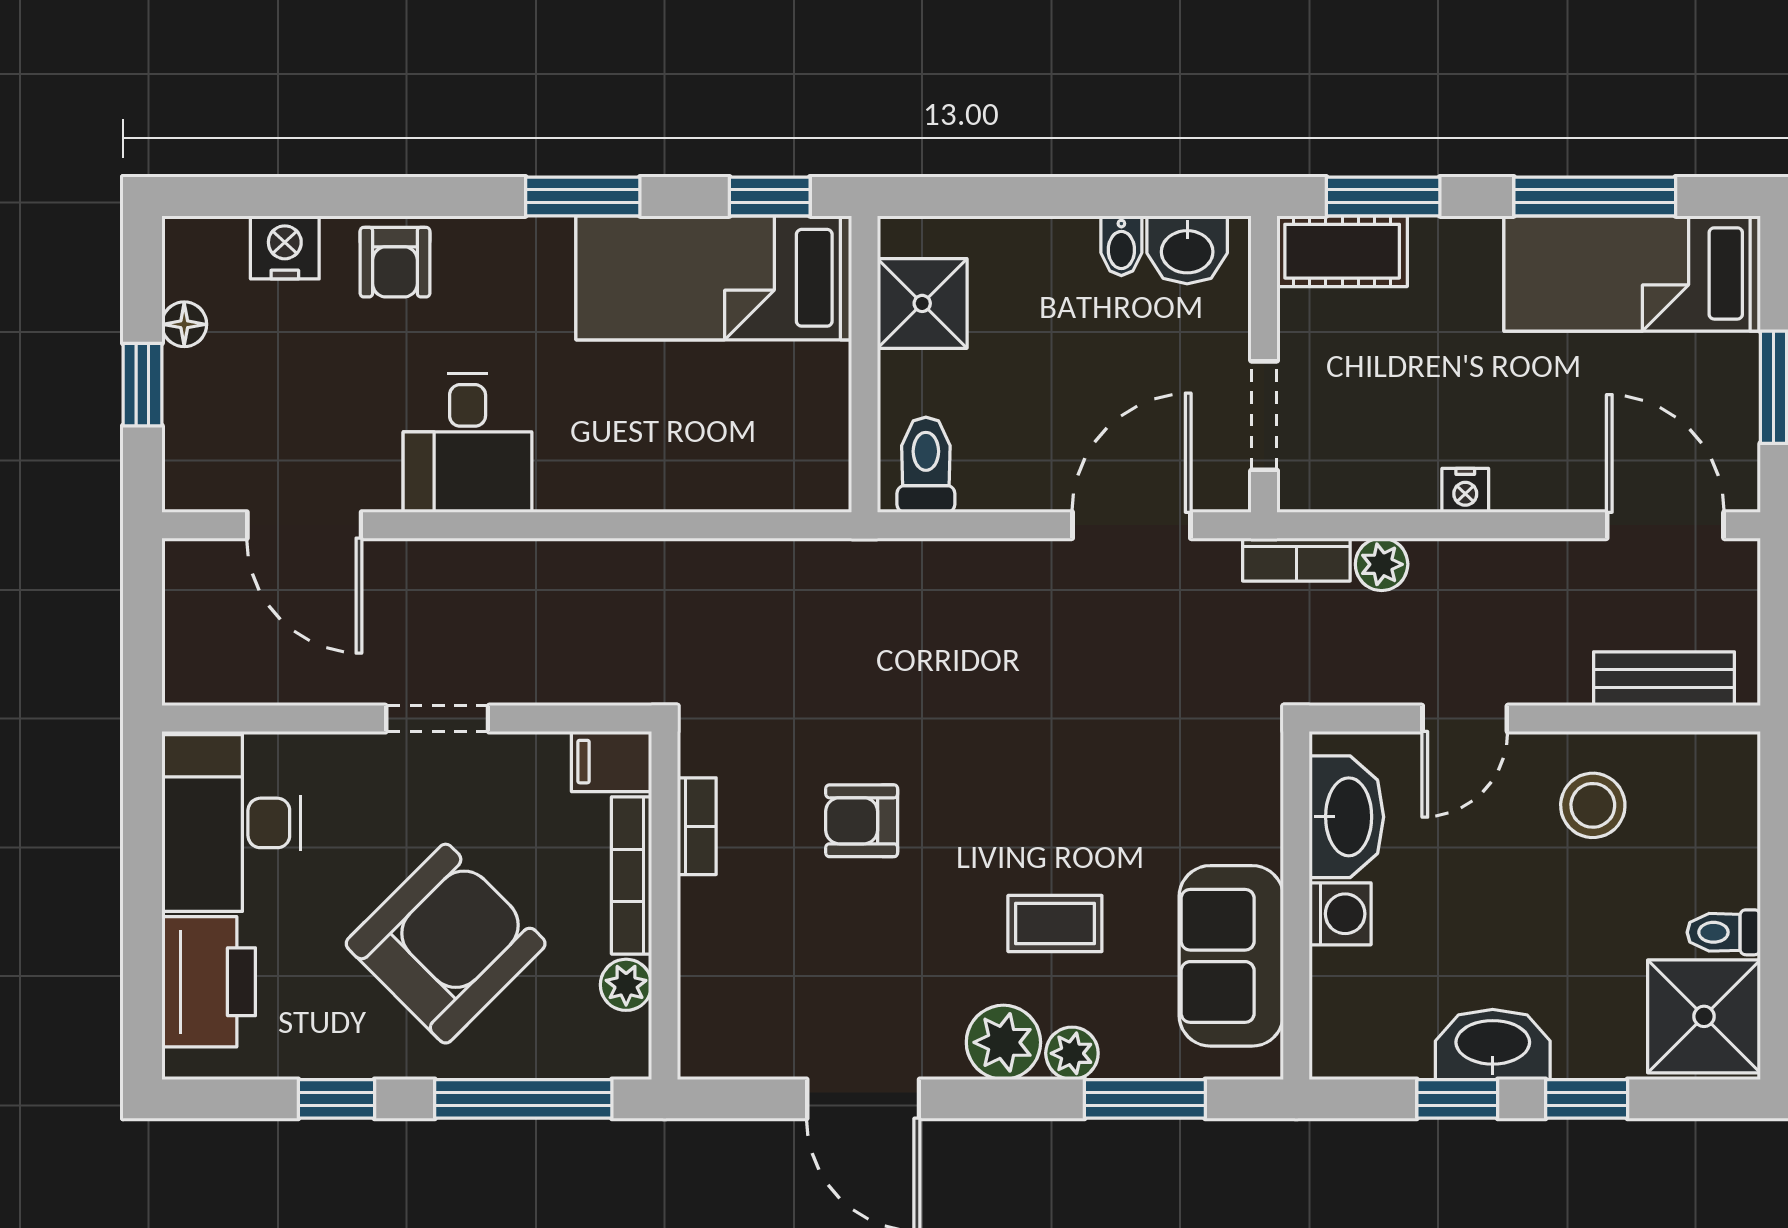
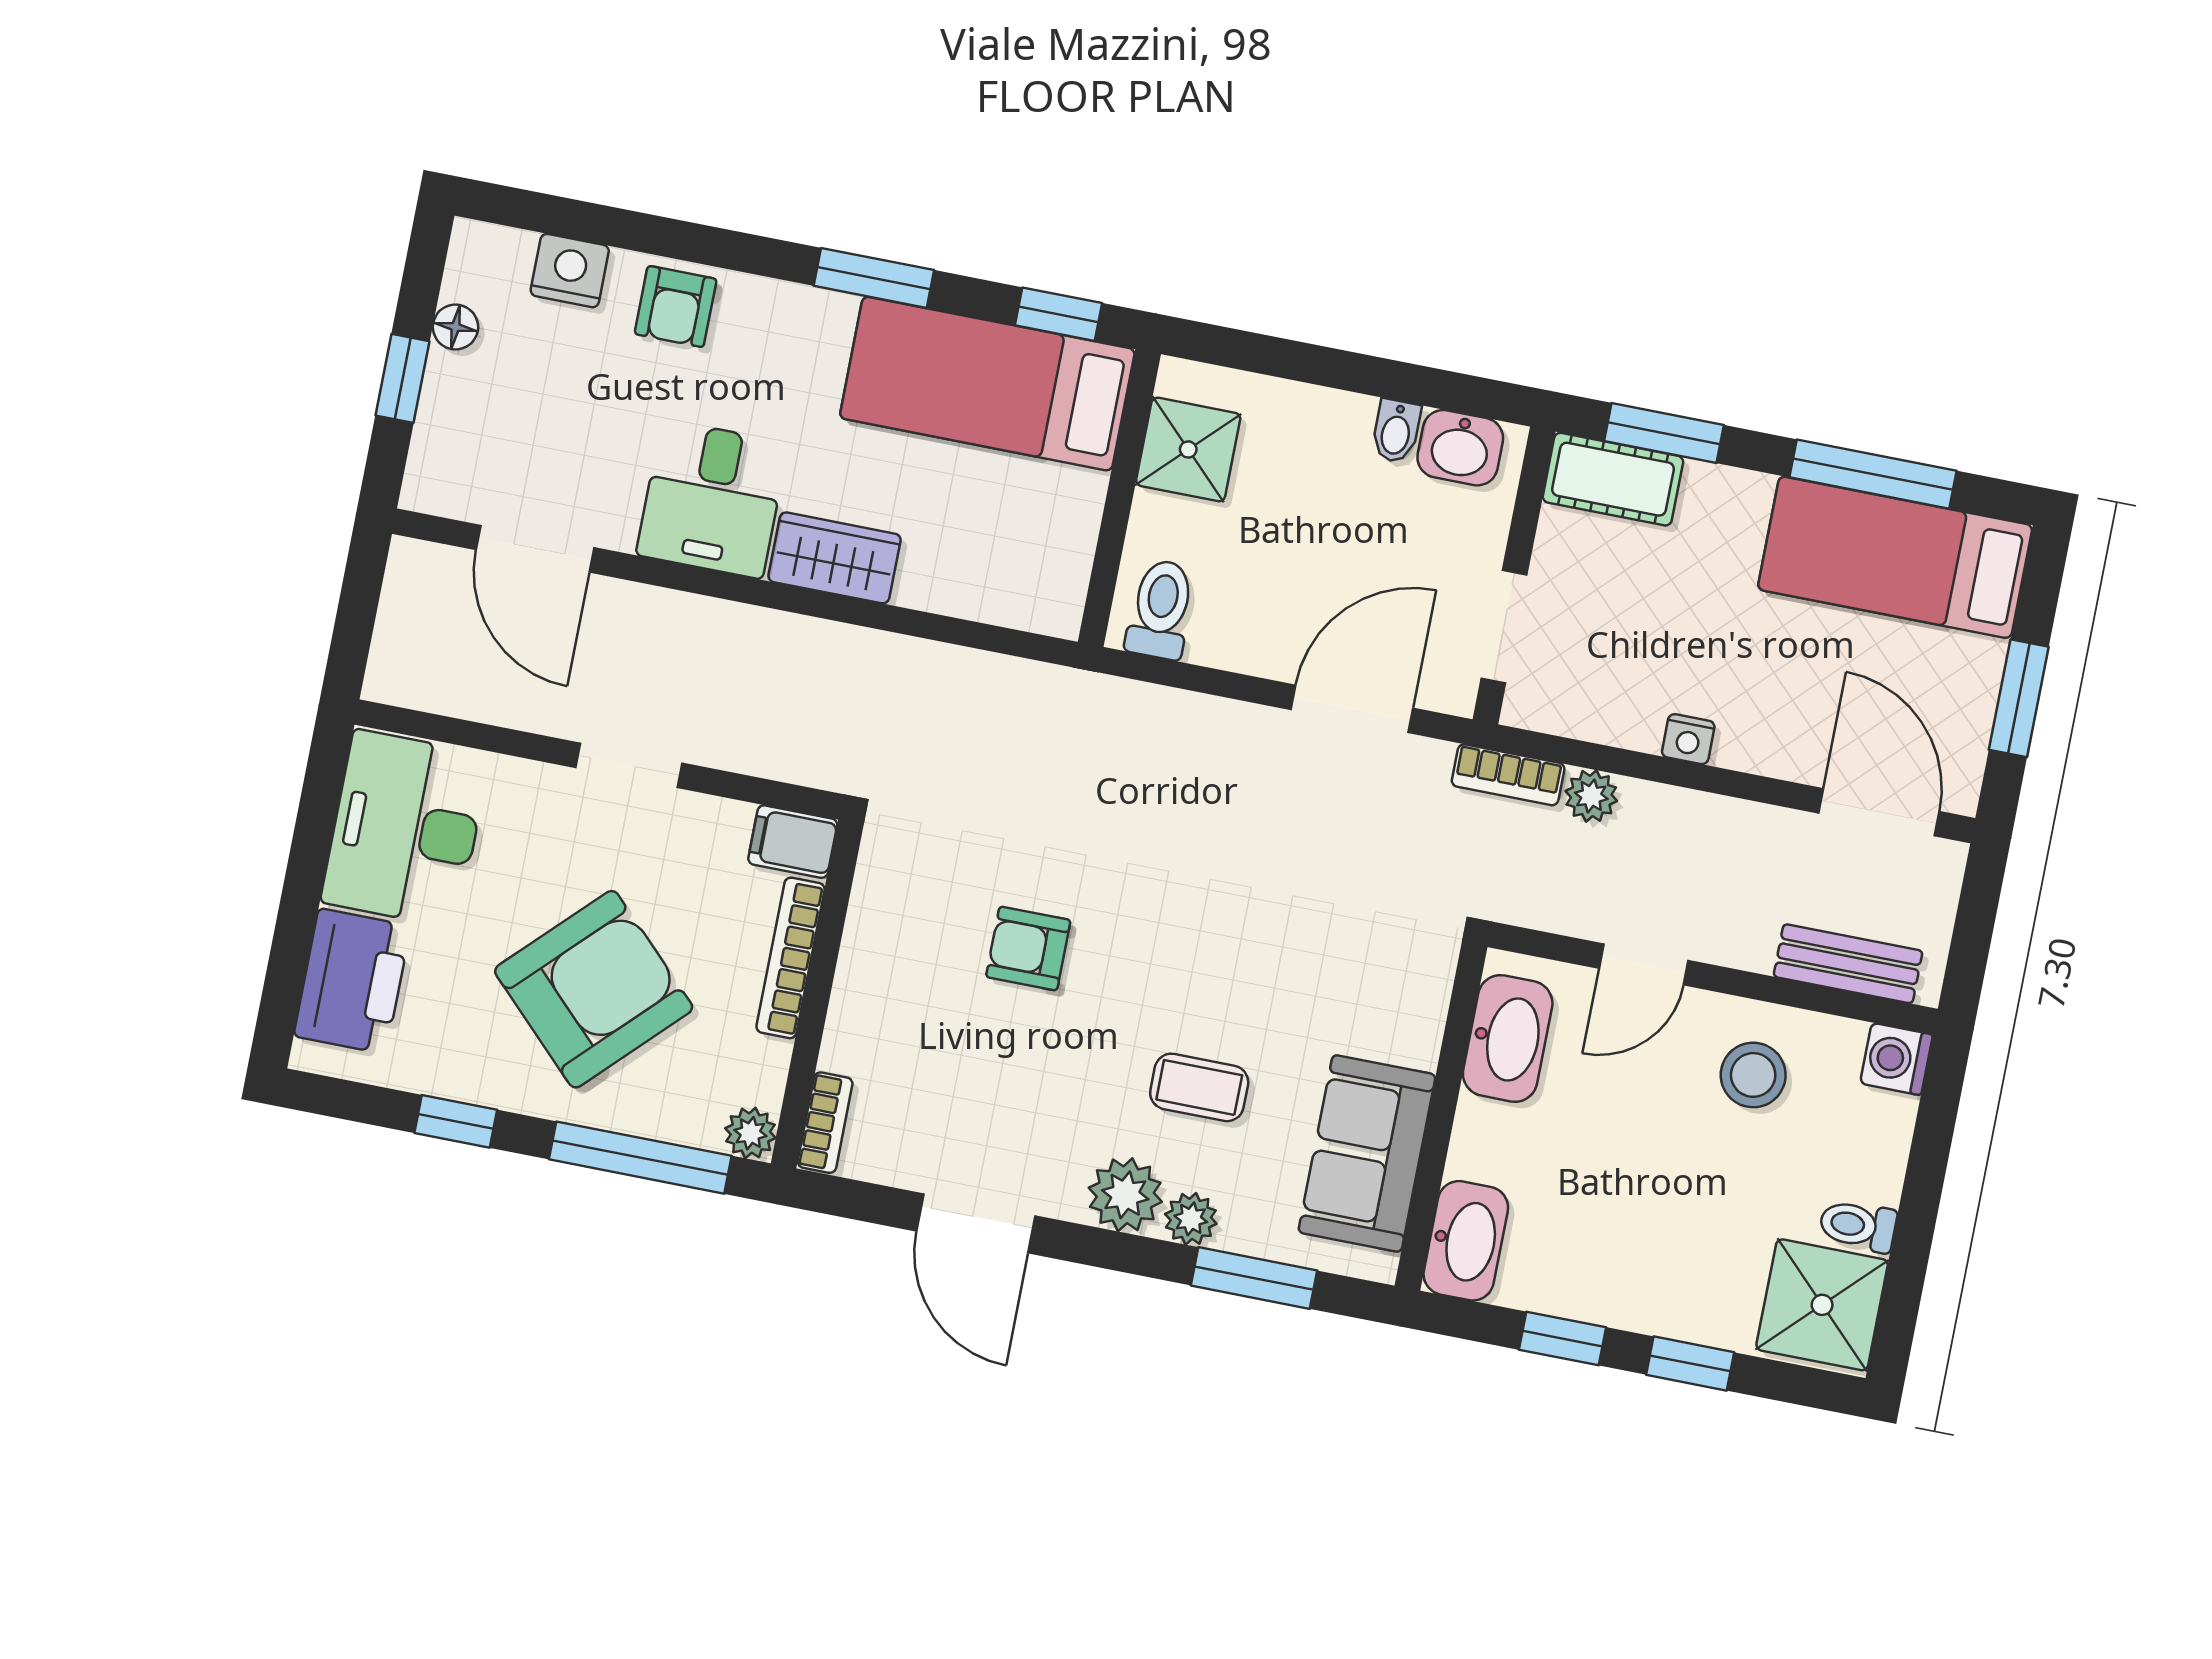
wardrobe: (598, 477) -> (835, 558), added
bookcase: (697, 826) -> (825, 1123), moved
washing machine: (1340, 914) -> (1896, 1059), moved, turned 180
plant: (626, 985) -> (750, 1133), moved
washbasin: (1493, 1044) -> (1466, 1241), moved, turned 90

